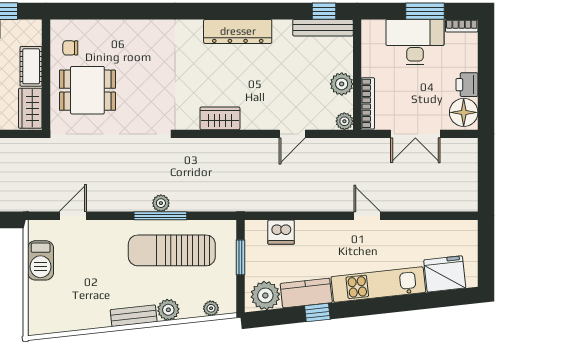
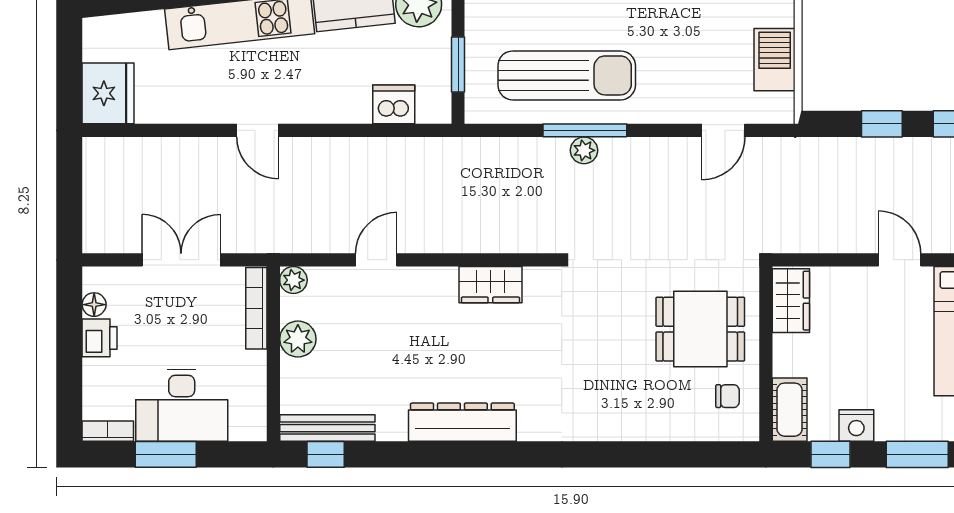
cot: (31, 66) -> (790, 410), moved
floor lamp: (464, 112) -> (94, 305), width x0.53, depth x0.53
fridge: (445, 274) -> (108, 93), moved, turned -84

